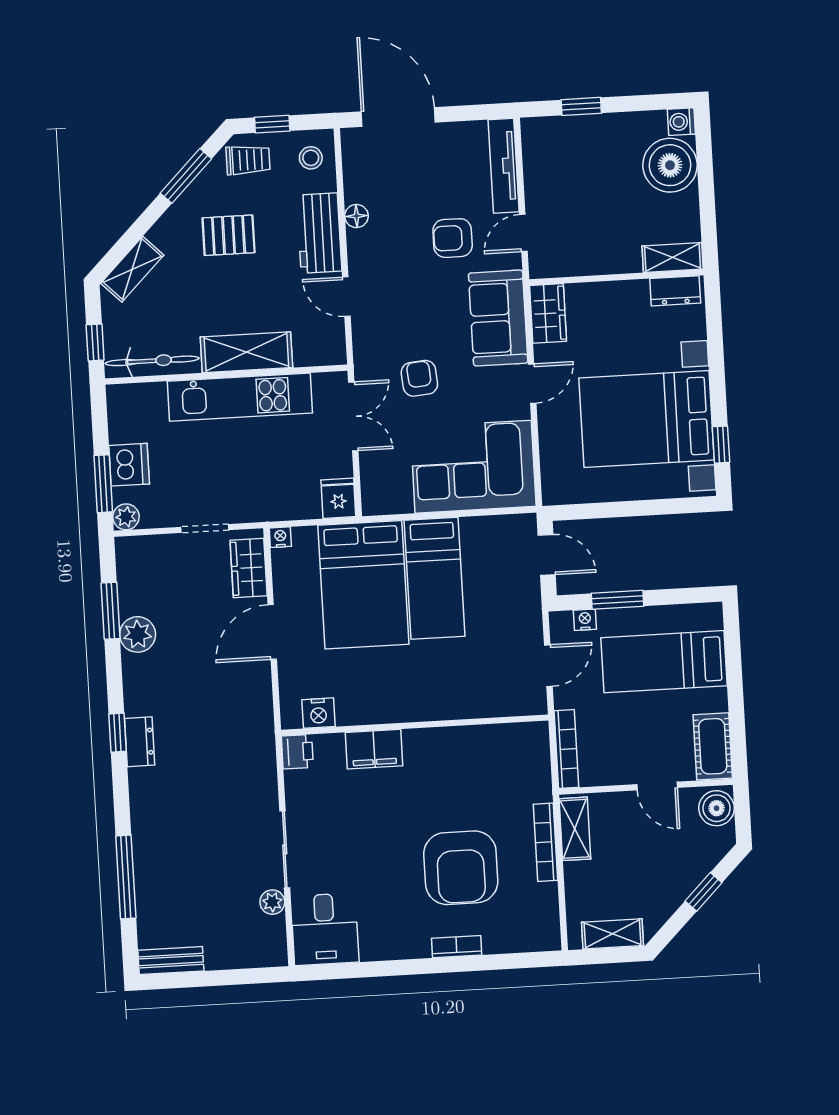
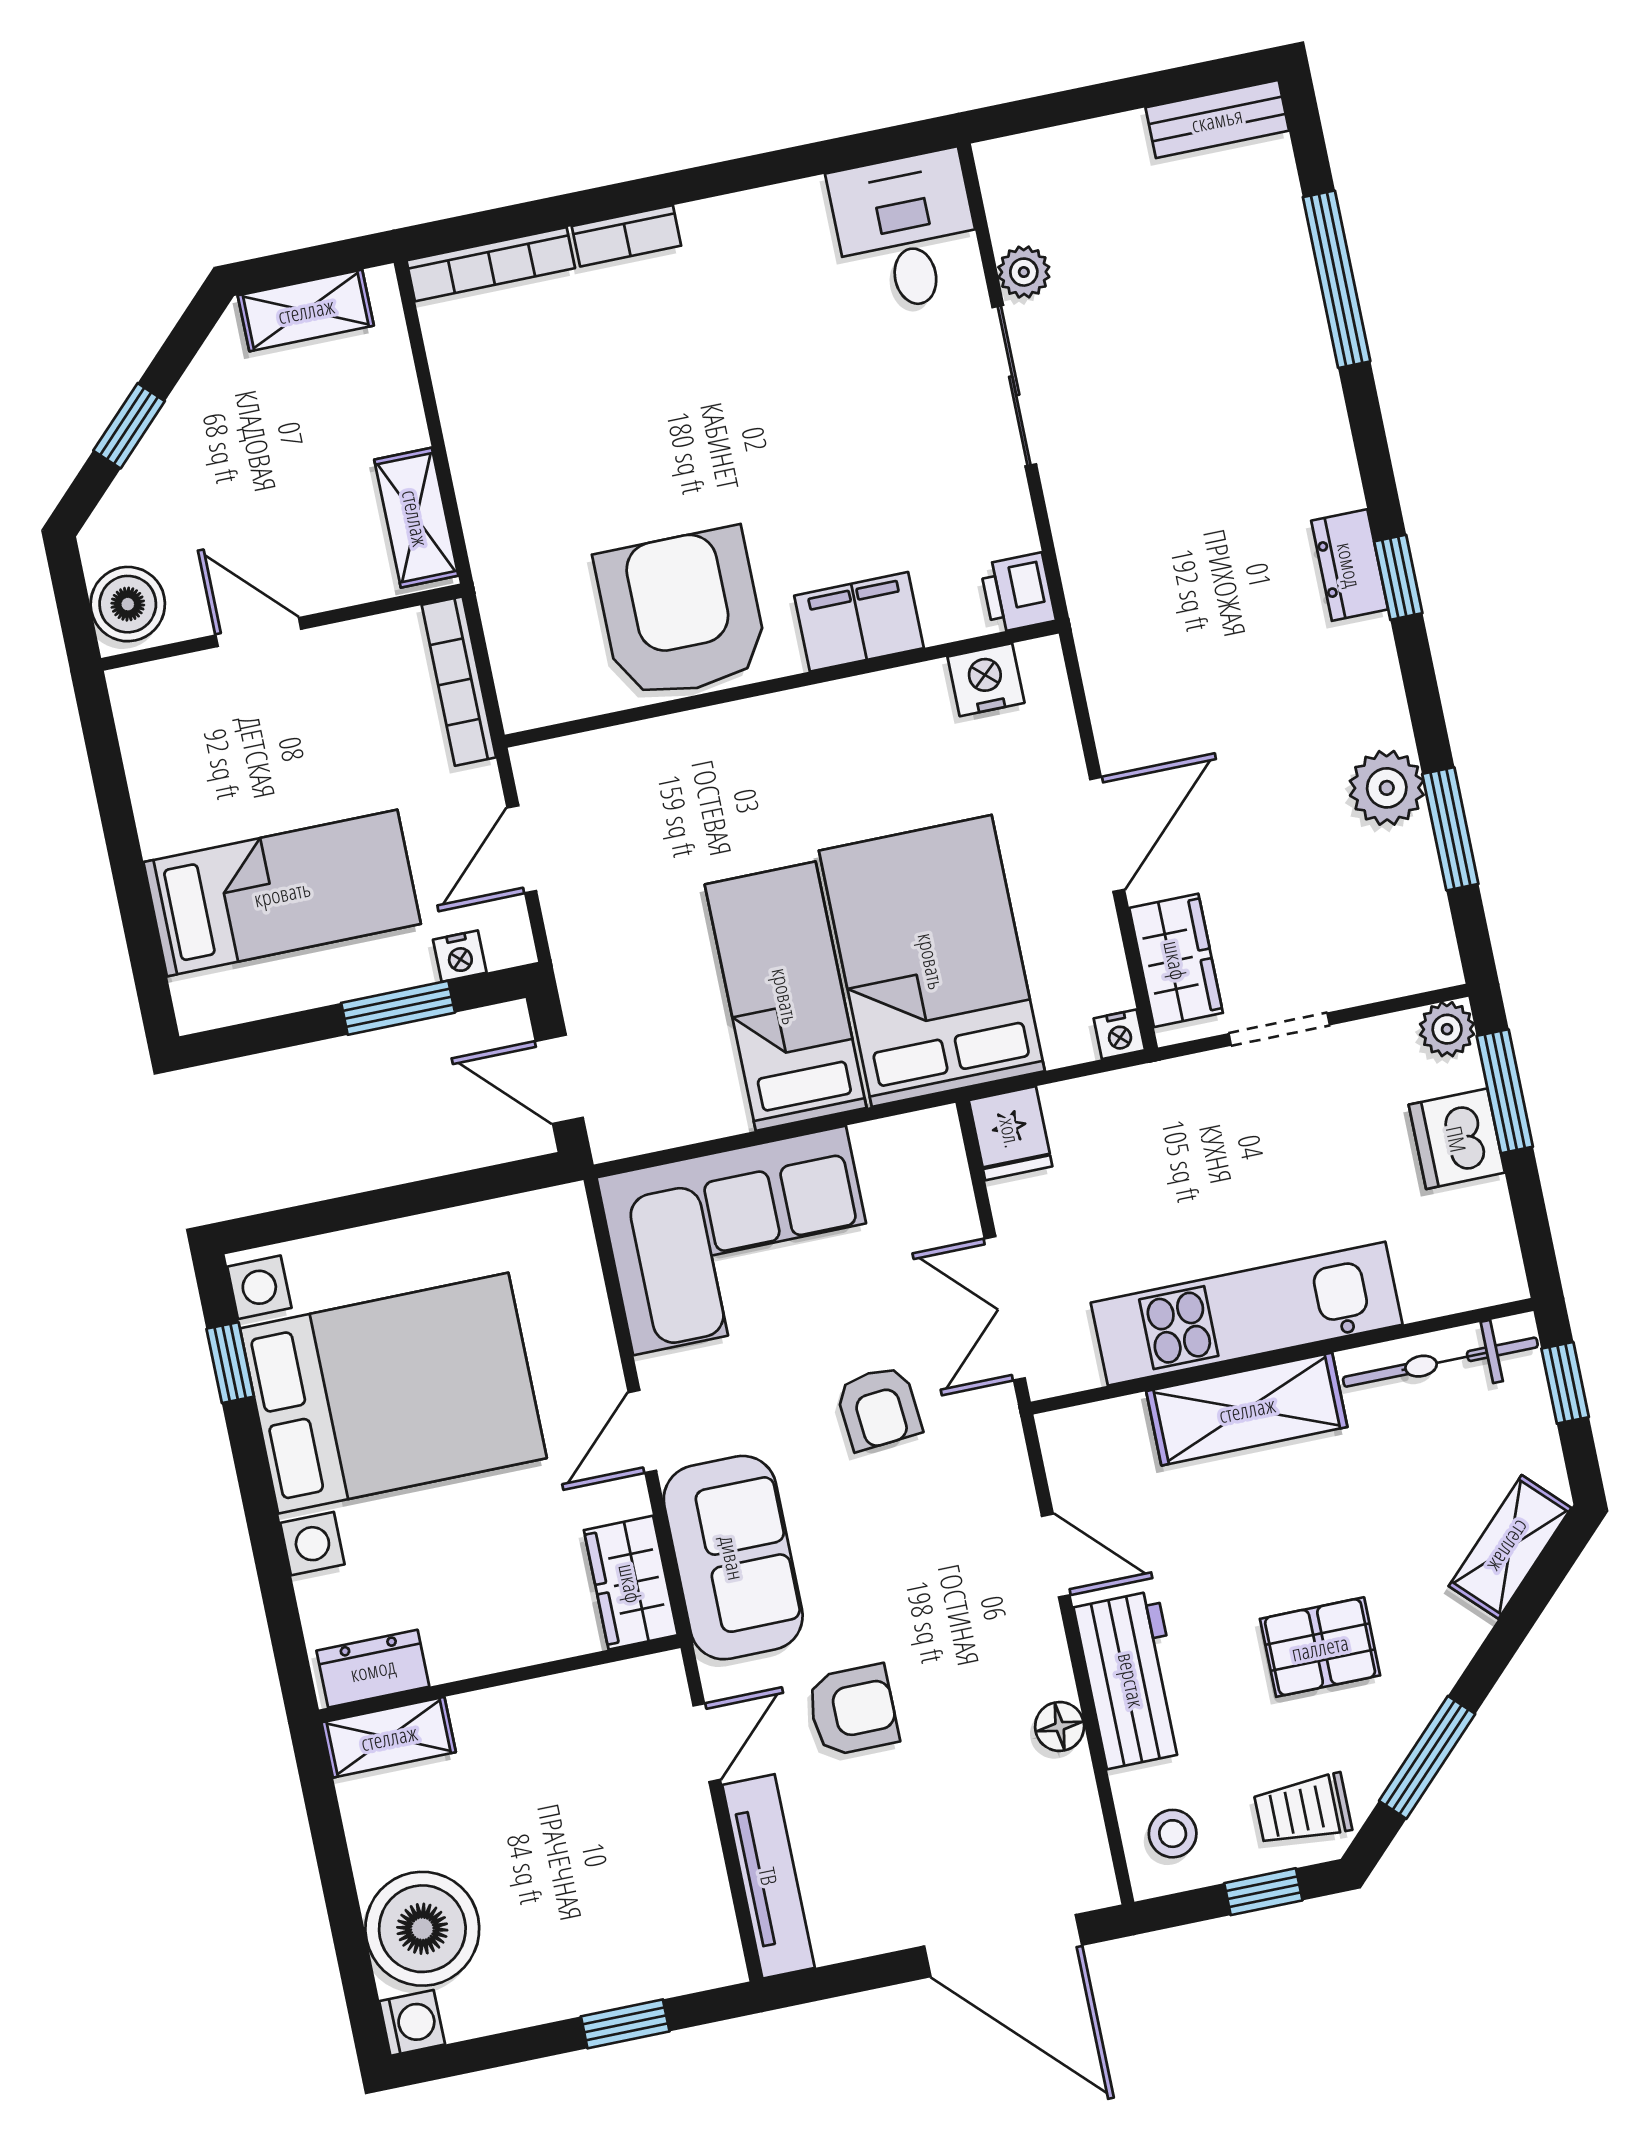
cot: (713, 746) -> (155, 732), removed
bookcase: (545, 842) -> (491, 264), moved, turned 90
armchair: (461, 868) -> (682, 614), moved

